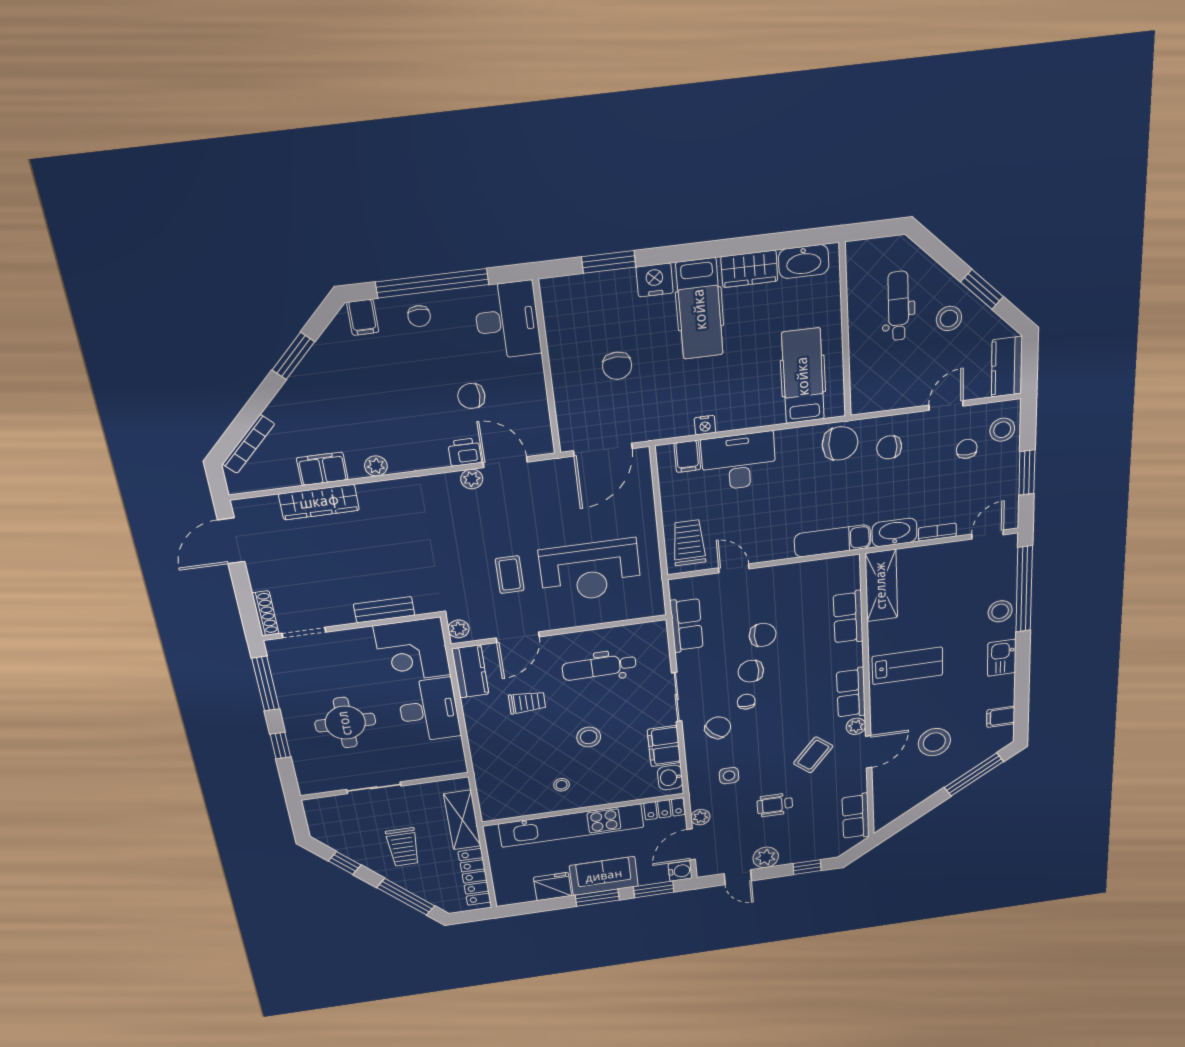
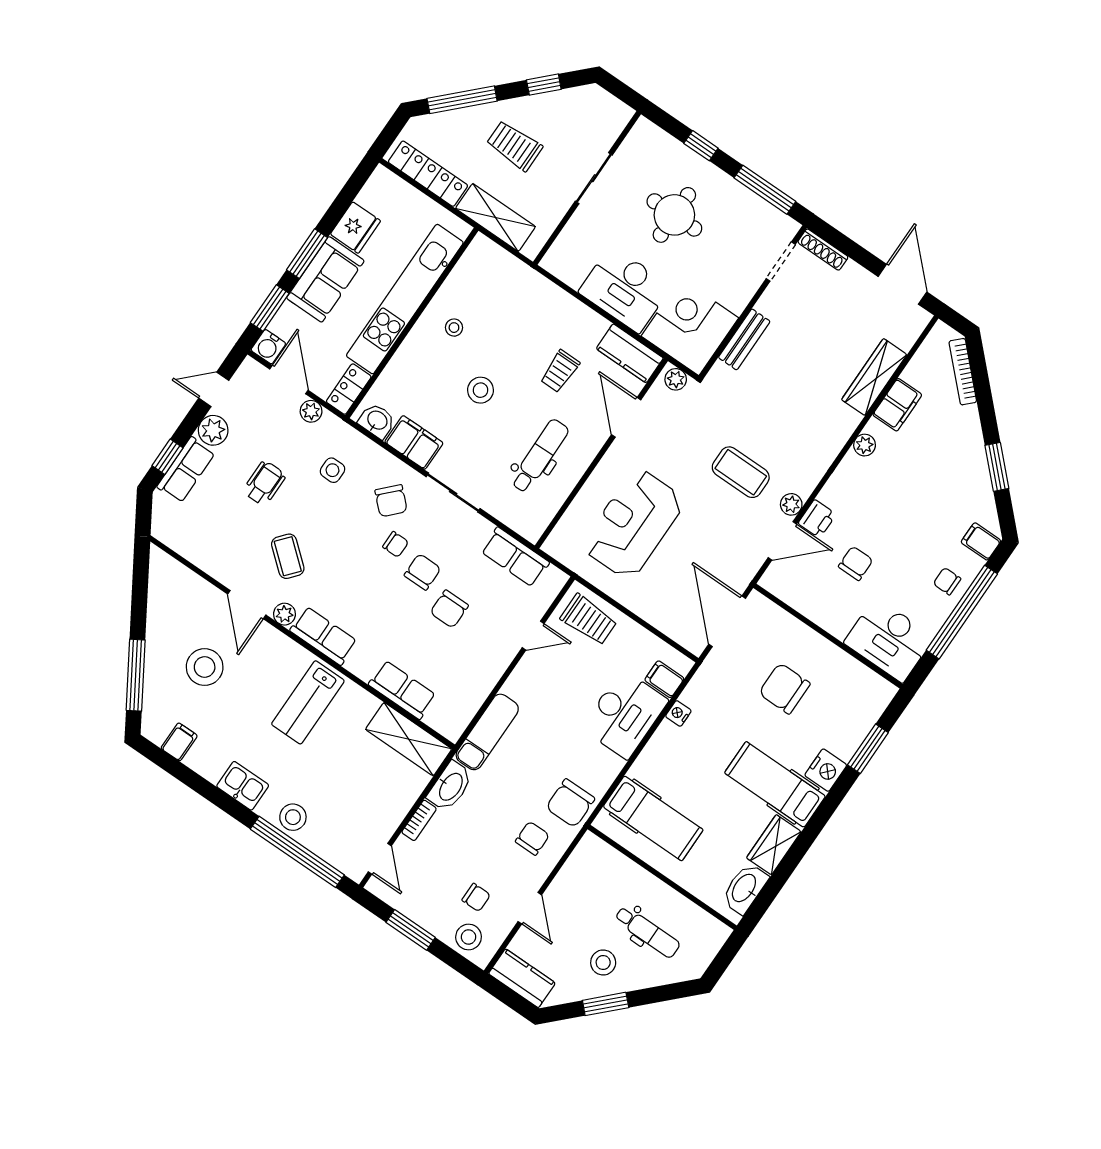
chair: (617, 366) -> (784, 688), width x1.37, depth x1.37
coffee table: (510, 575) -> (741, 472), moved, width x1.36, depth x1.30
row of seats: (856, 816) -> (186, 470), moved, turned 90

